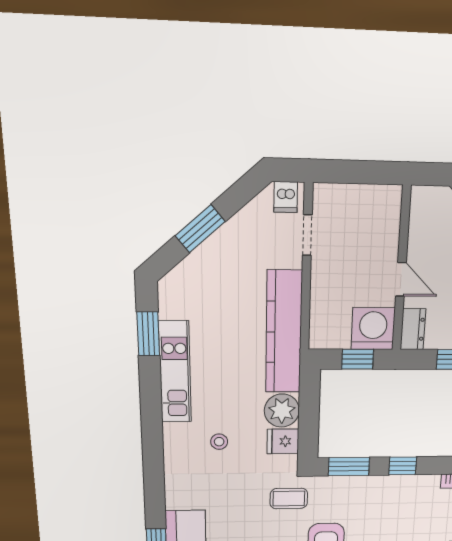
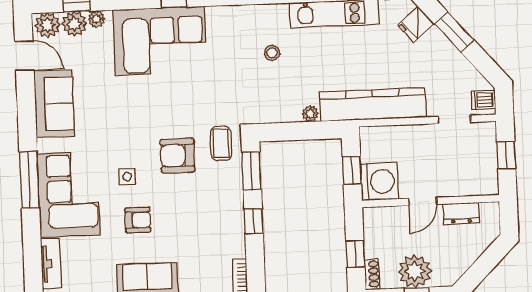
window: (356, 172) -> (506, 155), added
dresser: (413, 329) -> (461, 213), moved
plant: (282, 411) -> (310, 114), width x0.53, depth x0.53
fridge: (283, 441) -> (416, 24), moved, turned -131
coffee table: (289, 498) -> (221, 143), moved

